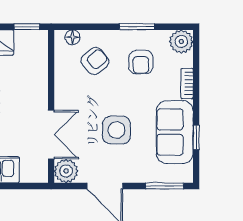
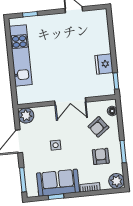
armchair: (95, 61) -> (98, 127), turned 92
armchair: (141, 62) -> (101, 156), turned 90
side table: (116, 130) -> (56, 145), width x0.54, depth x0.54
double door: (51, 135) -> (70, 101), moved

